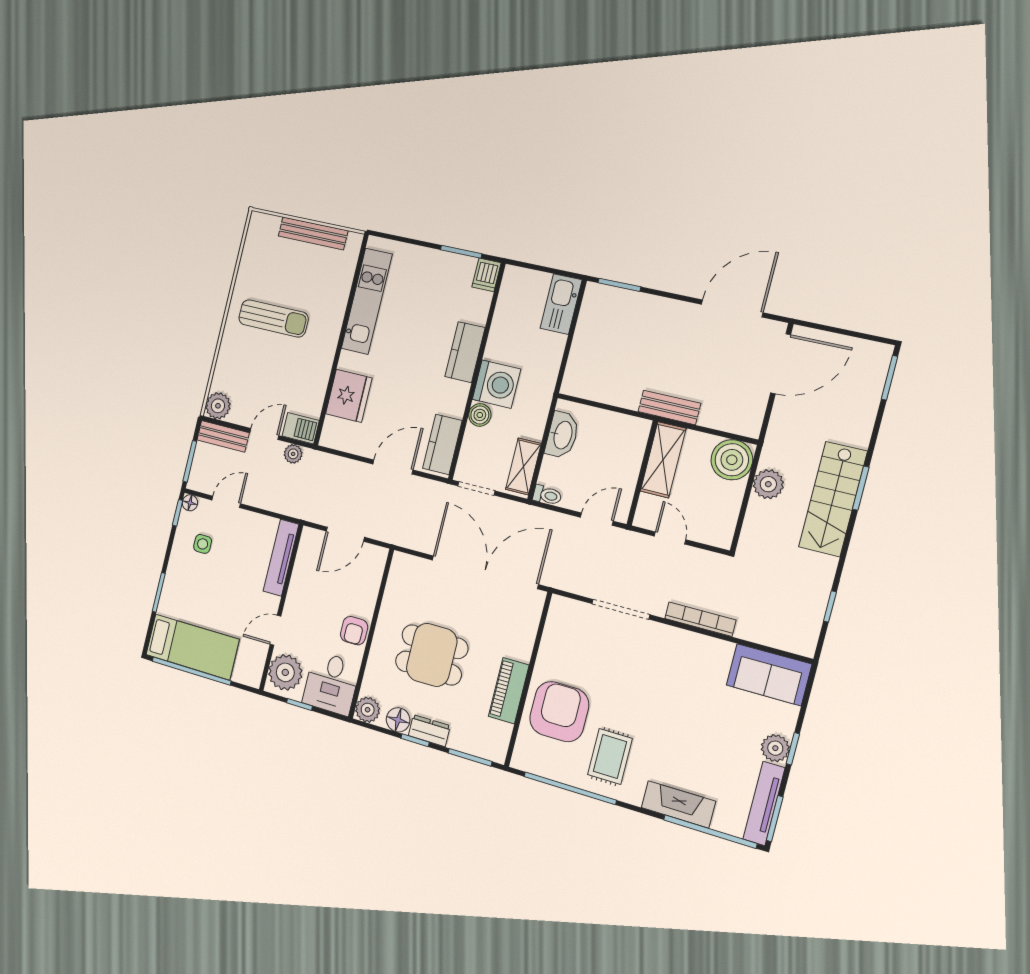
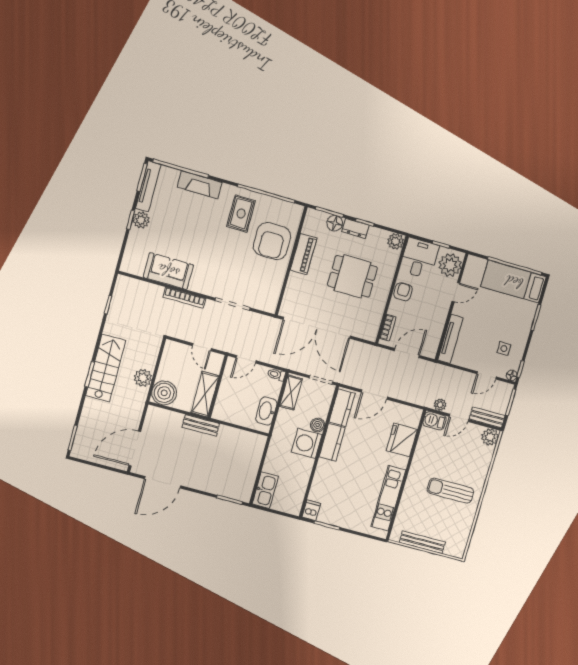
kitchen counter: (465, 352) -> (332, 442), moved
bookcase: (375, 574) -> (388, 328), added
sofa: (769, 675) -> (168, 271), moved
floor lamp: (398, 720) -> (335, 223), moved

